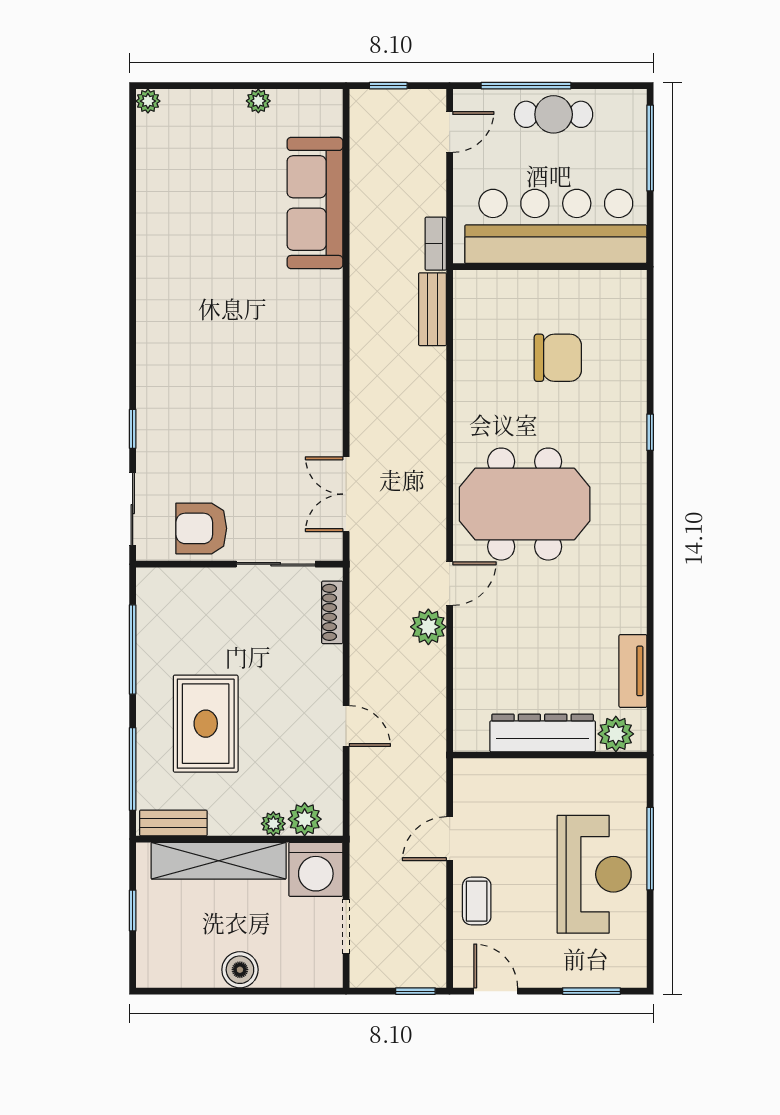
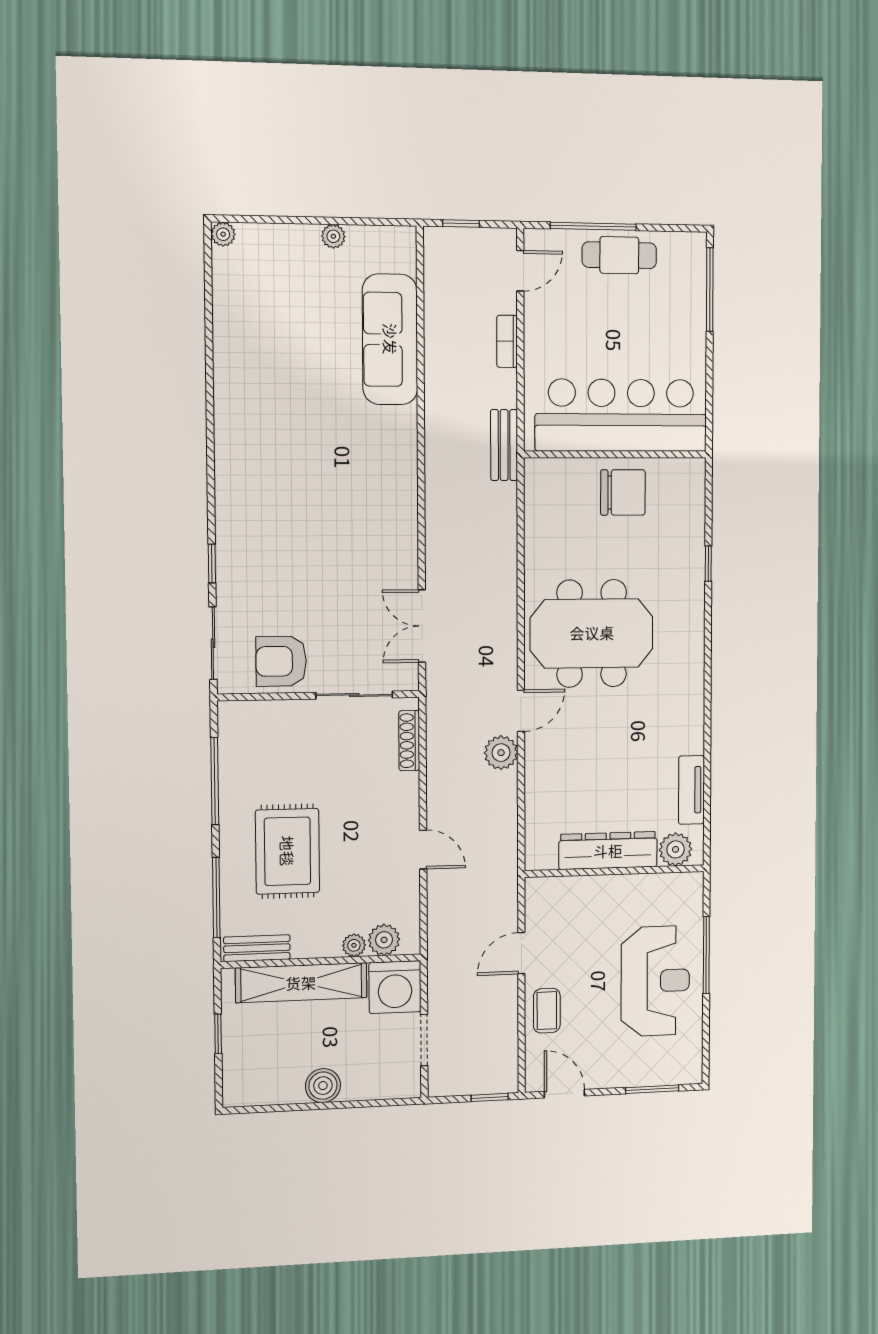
bar counter: (556, 226) -> (621, 415), moved
bookcase: (436, 244) -> (507, 341), moved
wall: (550, 267) -> (615, 454), moved

